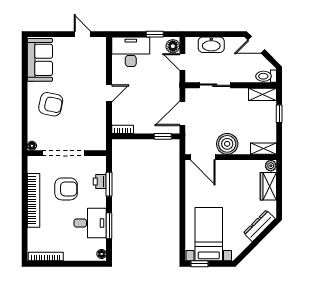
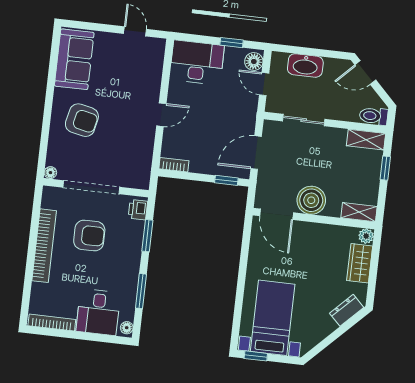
printer: (100, 181) -> (138, 210), moved
desk: (90, 223) -> (98, 312), moved, turned 90
dresser: (259, 226) -> (347, 310), width x0.70

